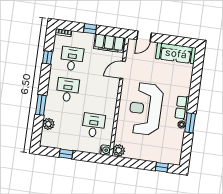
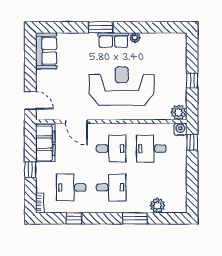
sofa: (176, 53) -> (46, 51), width x0.73
desk: (68, 90) -> (111, 187), turned 180
desk: (98, 94) -> (111, 149), added
reception desk: (146, 109) -> (122, 86), turned 180
window: (190, 123) -> (101, 27), moved
window: (66, 154) -> (192, 142), moved
window: (162, 167) -> (192, 80), moved

